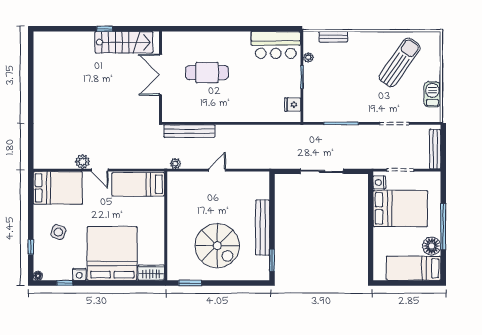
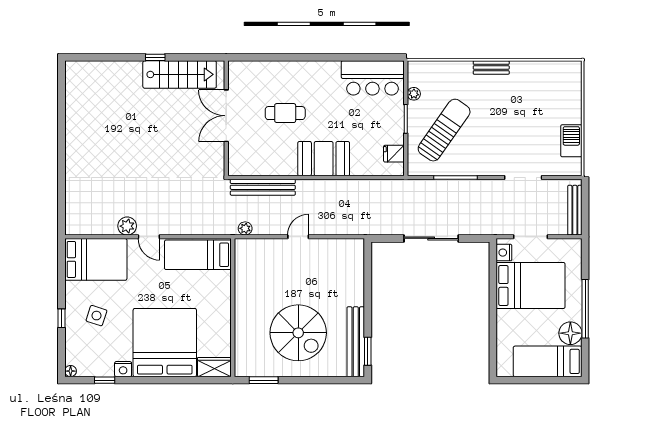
bench: (333, 37) -> (491, 68), moved
sun lounger: (400, 62) -> (444, 130), moved
cafe table: (207, 73) -> (285, 113), width x0.73, depth x0.74
booth: (237, 108) -> (324, 159), added
bench: (263, 228) -> (356, 342), moved
window: (31, 247) -> (62, 318), moved

